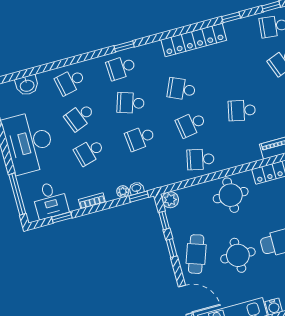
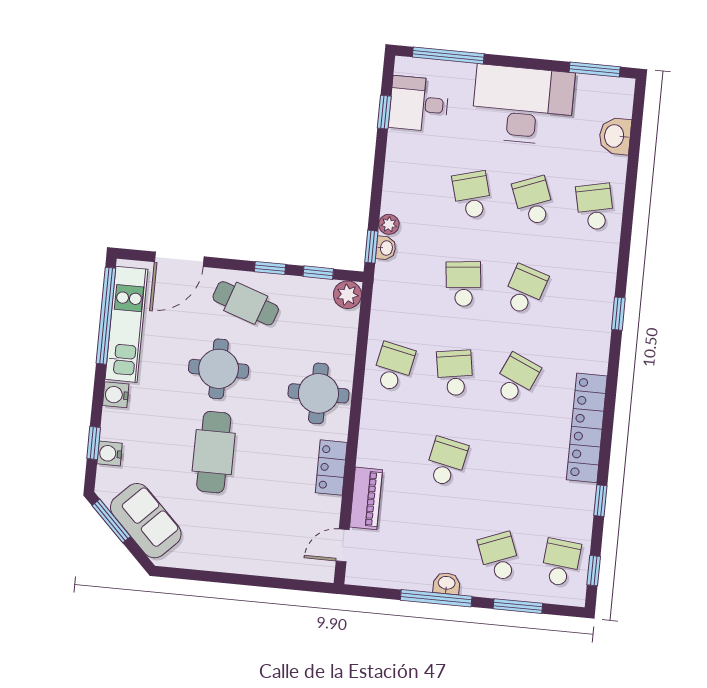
school desk: (121, 68) -> (586, 296), removed
bookcase: (92, 201) -> (393, 170), removed

